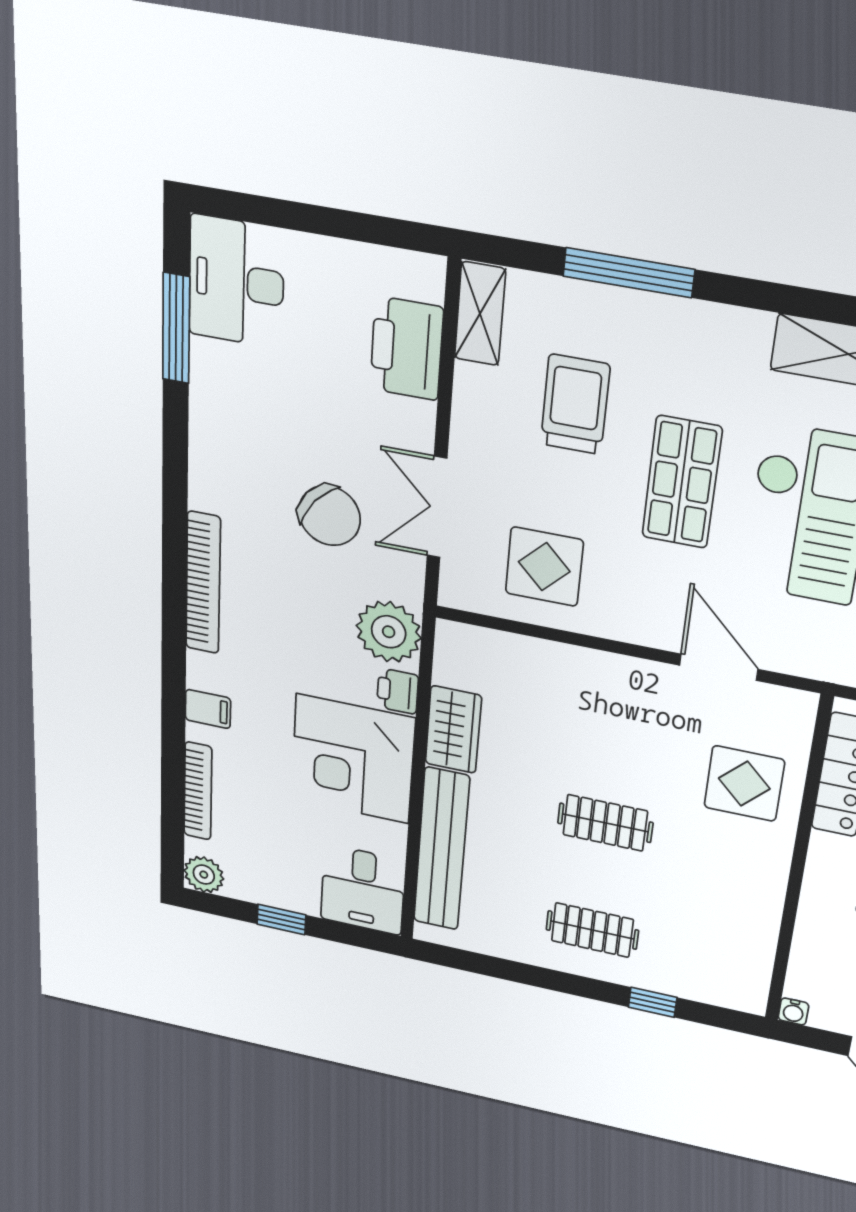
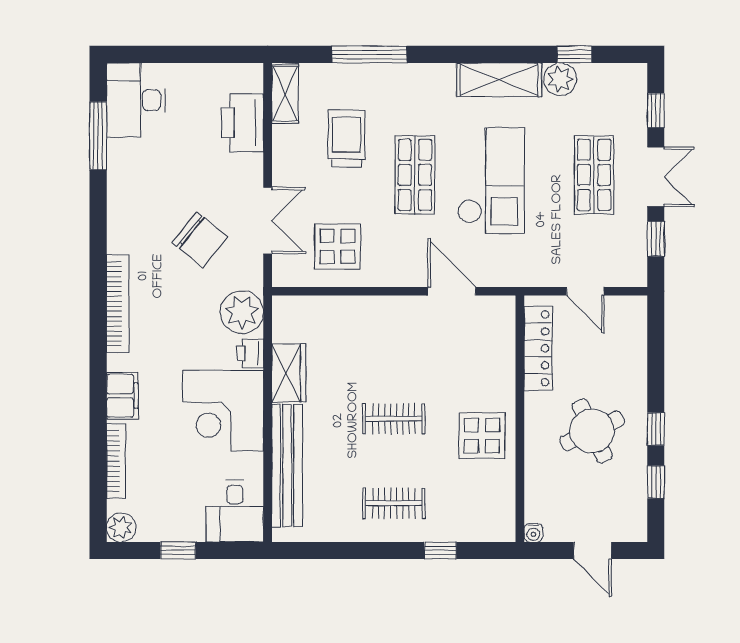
double door: (437, 507) -> (268, 221), swing flipped
filing cabinet: (208, 709) -> (122, 396), width x2.00
display table: (744, 784) -> (482, 436), moved

